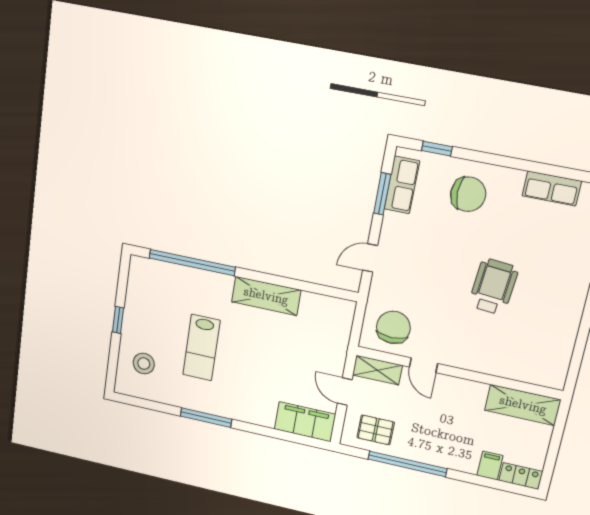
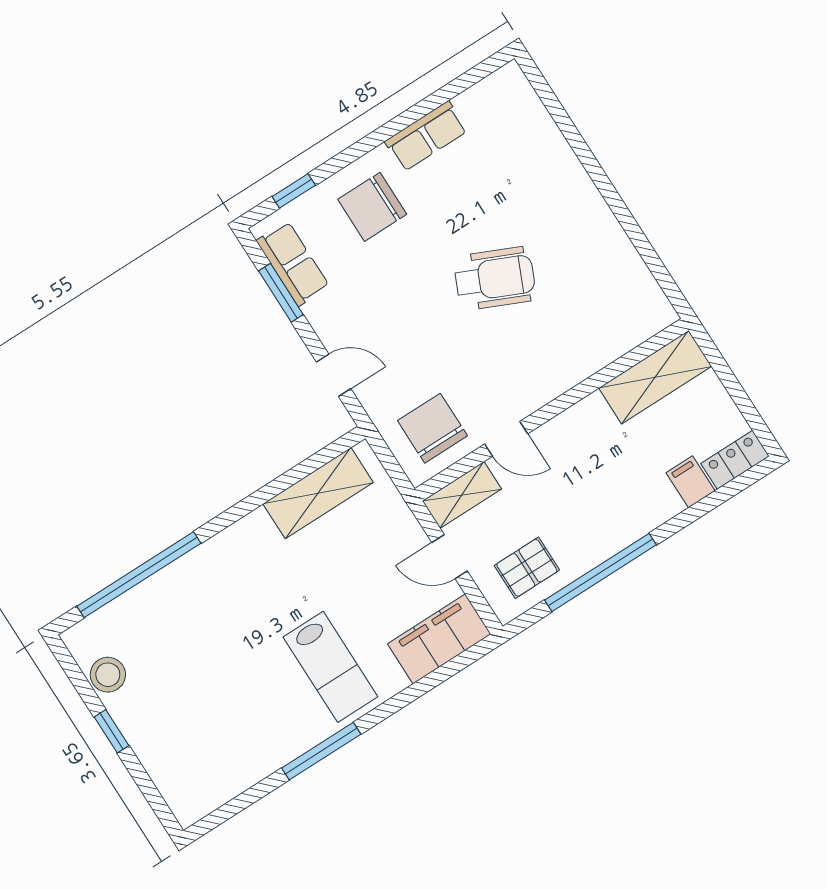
row of seats: (552, 188) -> (426, 136), moved
chair: (468, 194) -> (372, 207), turned 180
door: (370, 258) -> (334, 375), swing flipped
wheelchair: (493, 287) -> (495, 278), turned 109
shelving: (266, 296) -> (318, 493), moved
lab bench: (201, 348) -> (330, 667), moved
stool: (144, 364) -> (108, 675), moved

